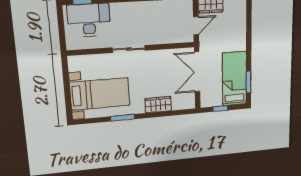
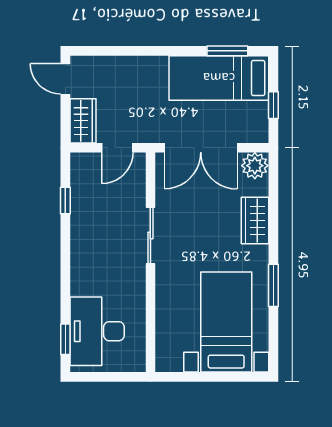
door: (196, 26) -> (117, 148), swing flipped
sliding door: (129, 49) -> (150, 236), moved
plant: (188, 102) -> (255, 166), added

